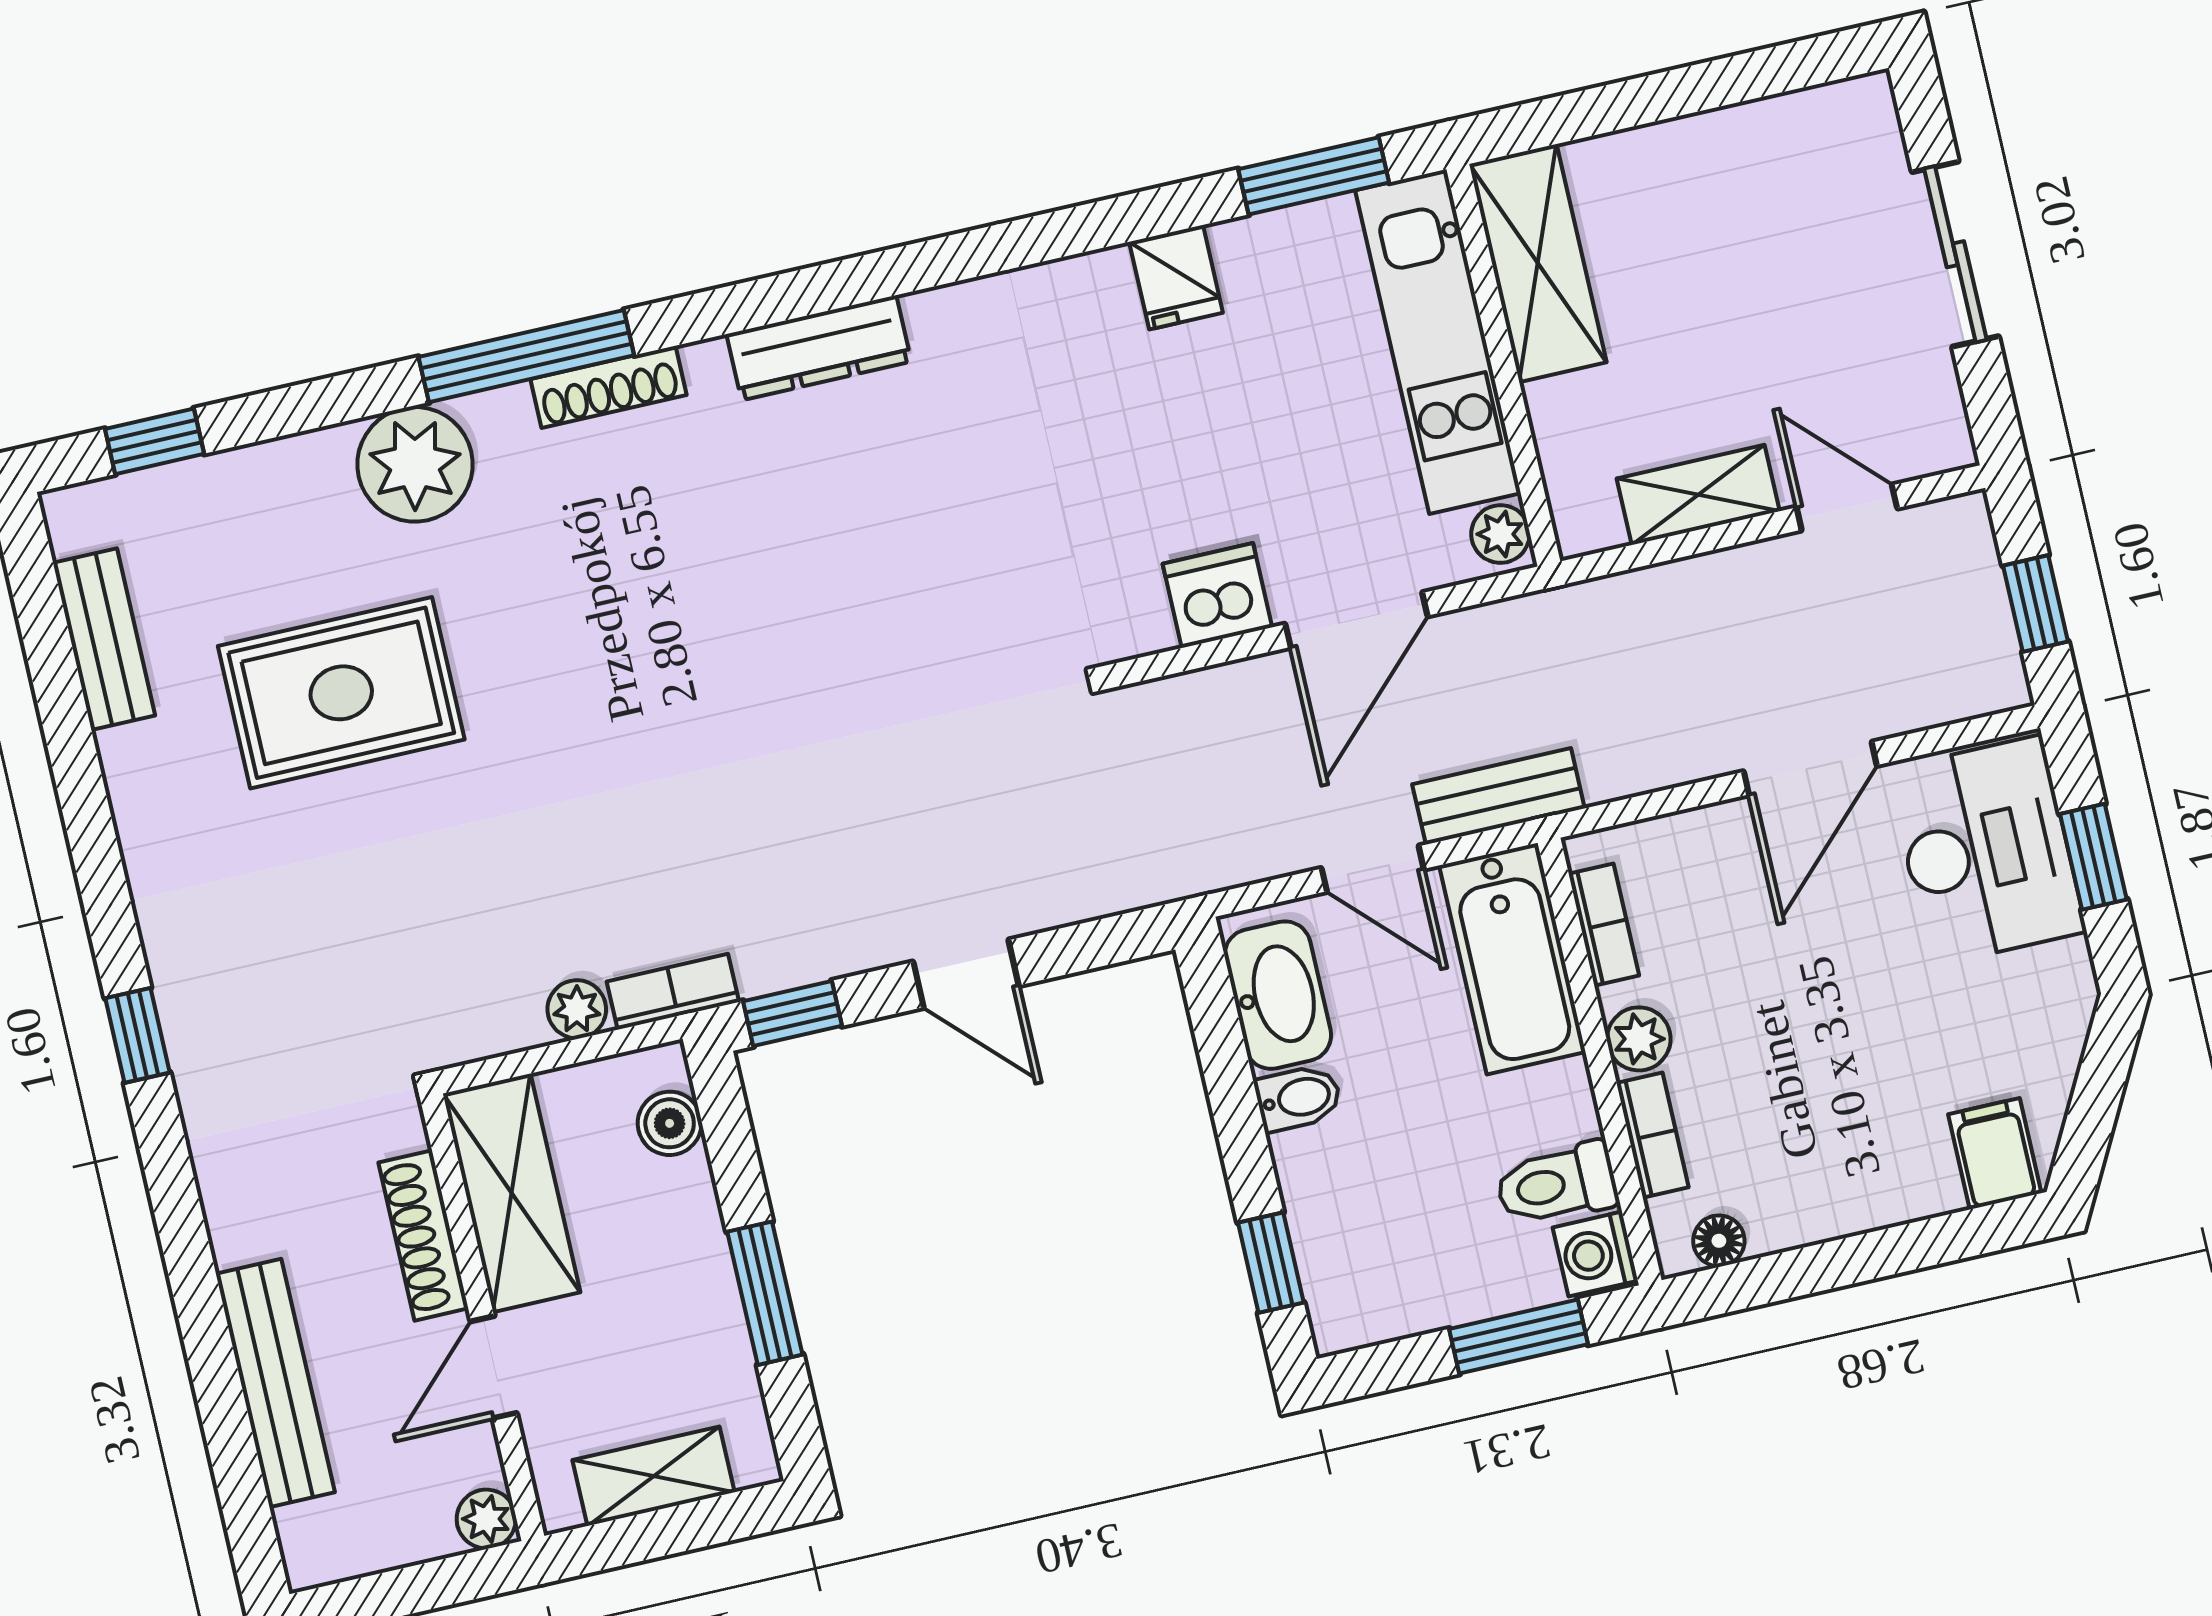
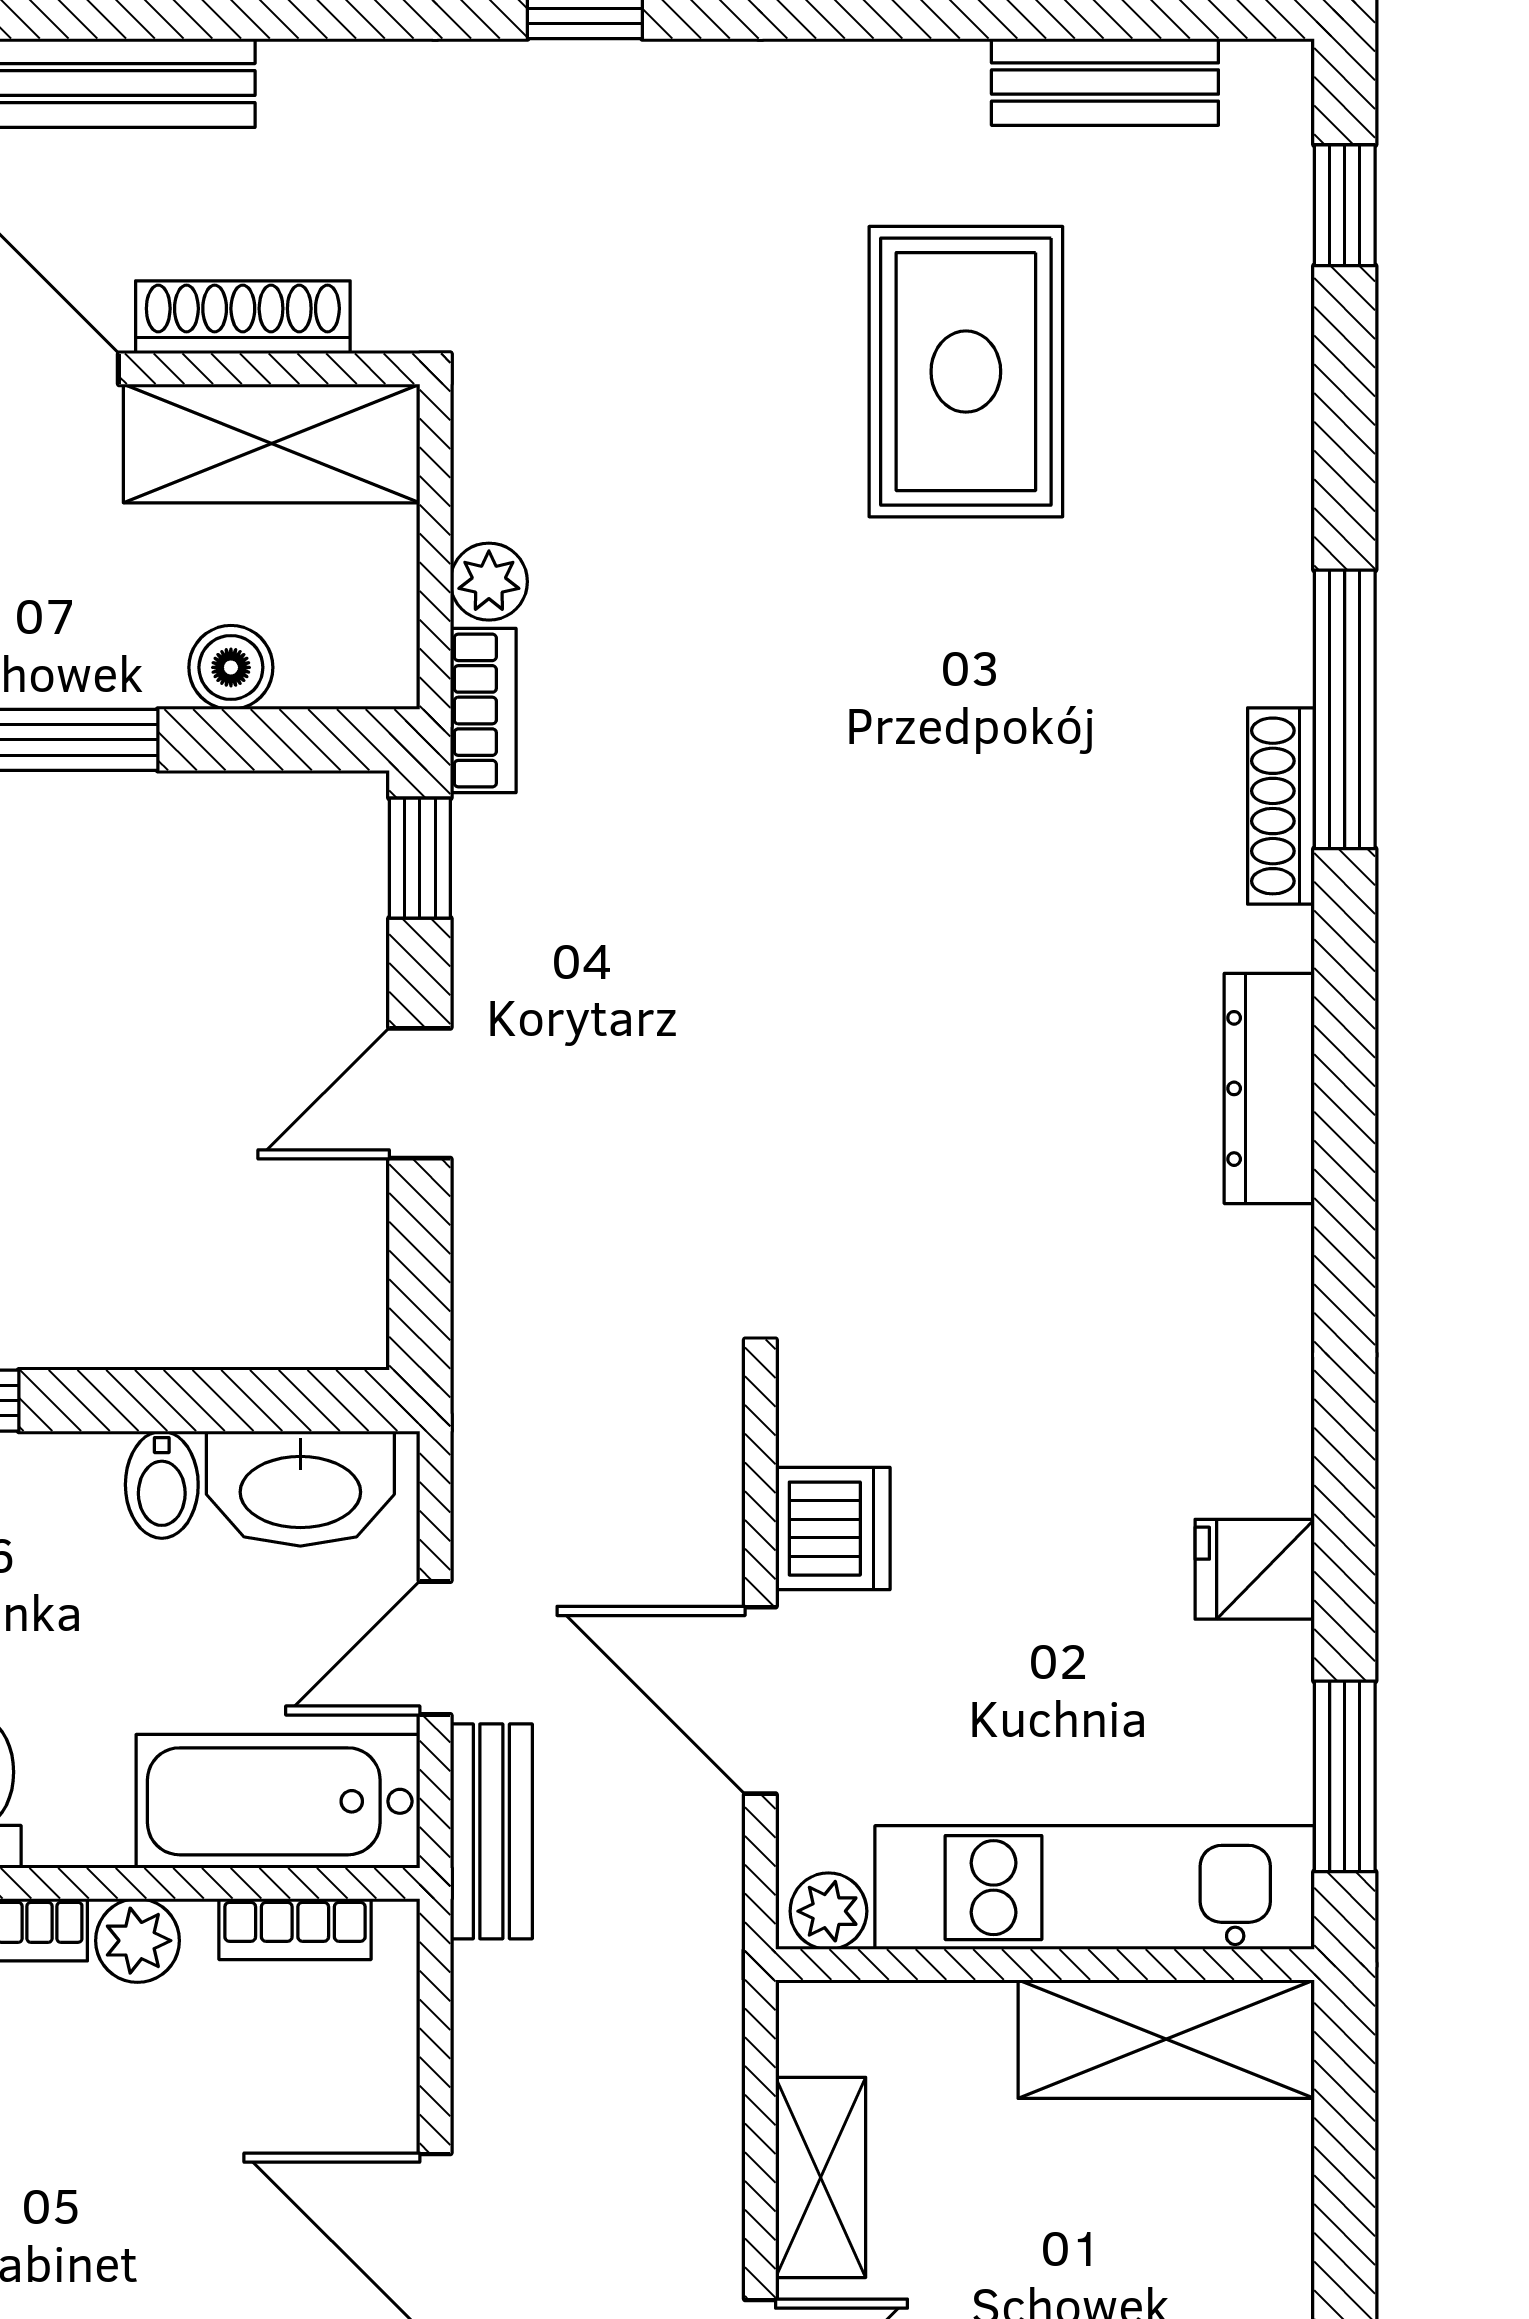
plant: (415, 464) -> (1238, 534), removed
boiler: (670, 1123) -> (231, 667), moved

